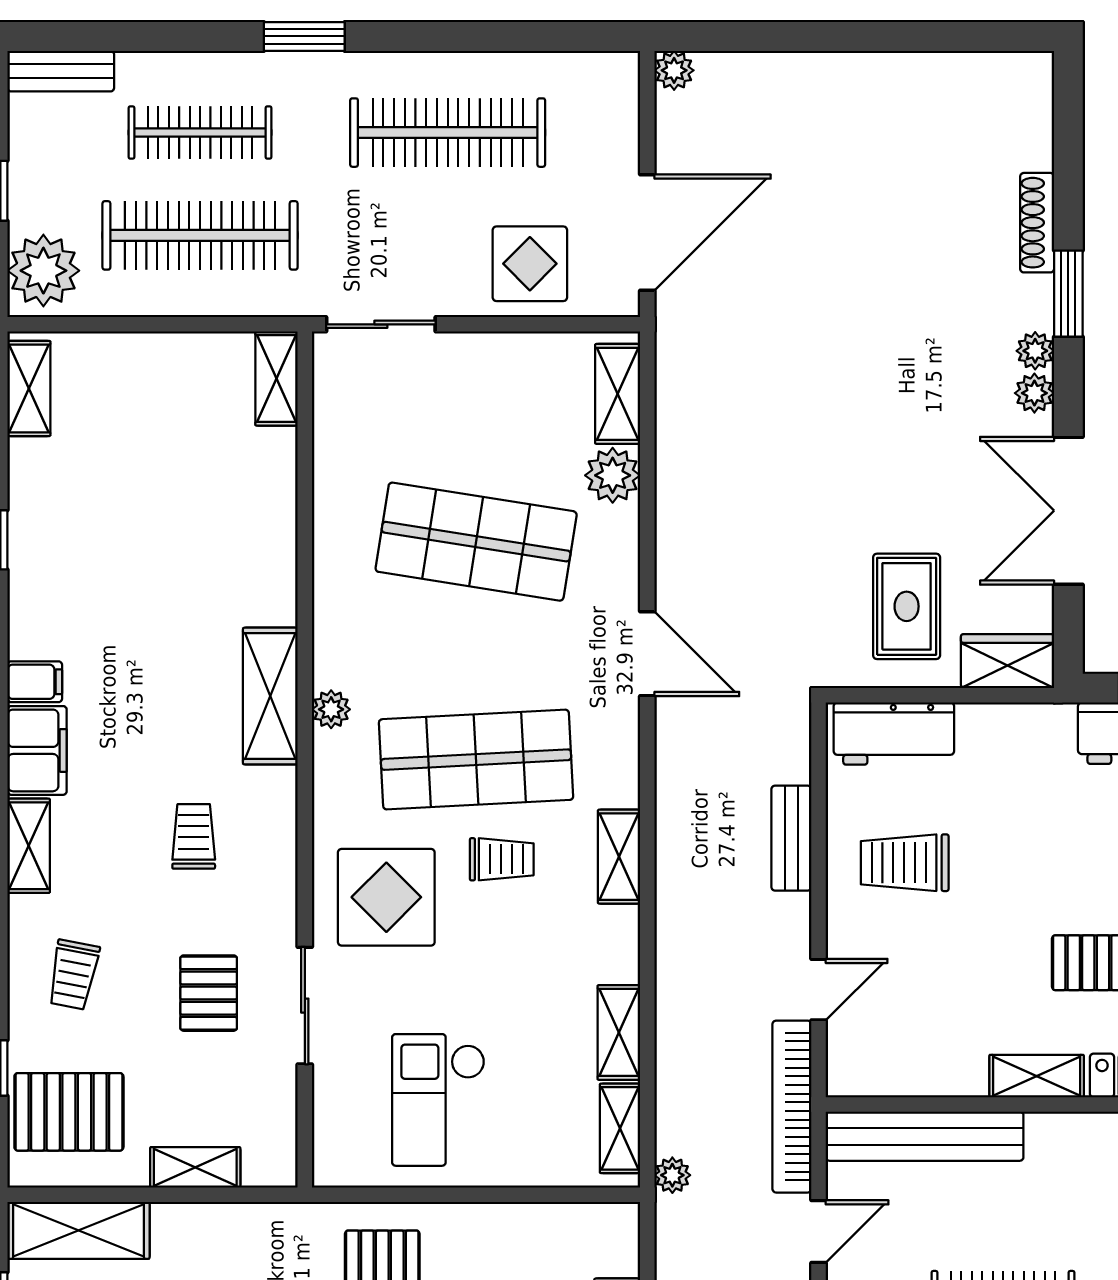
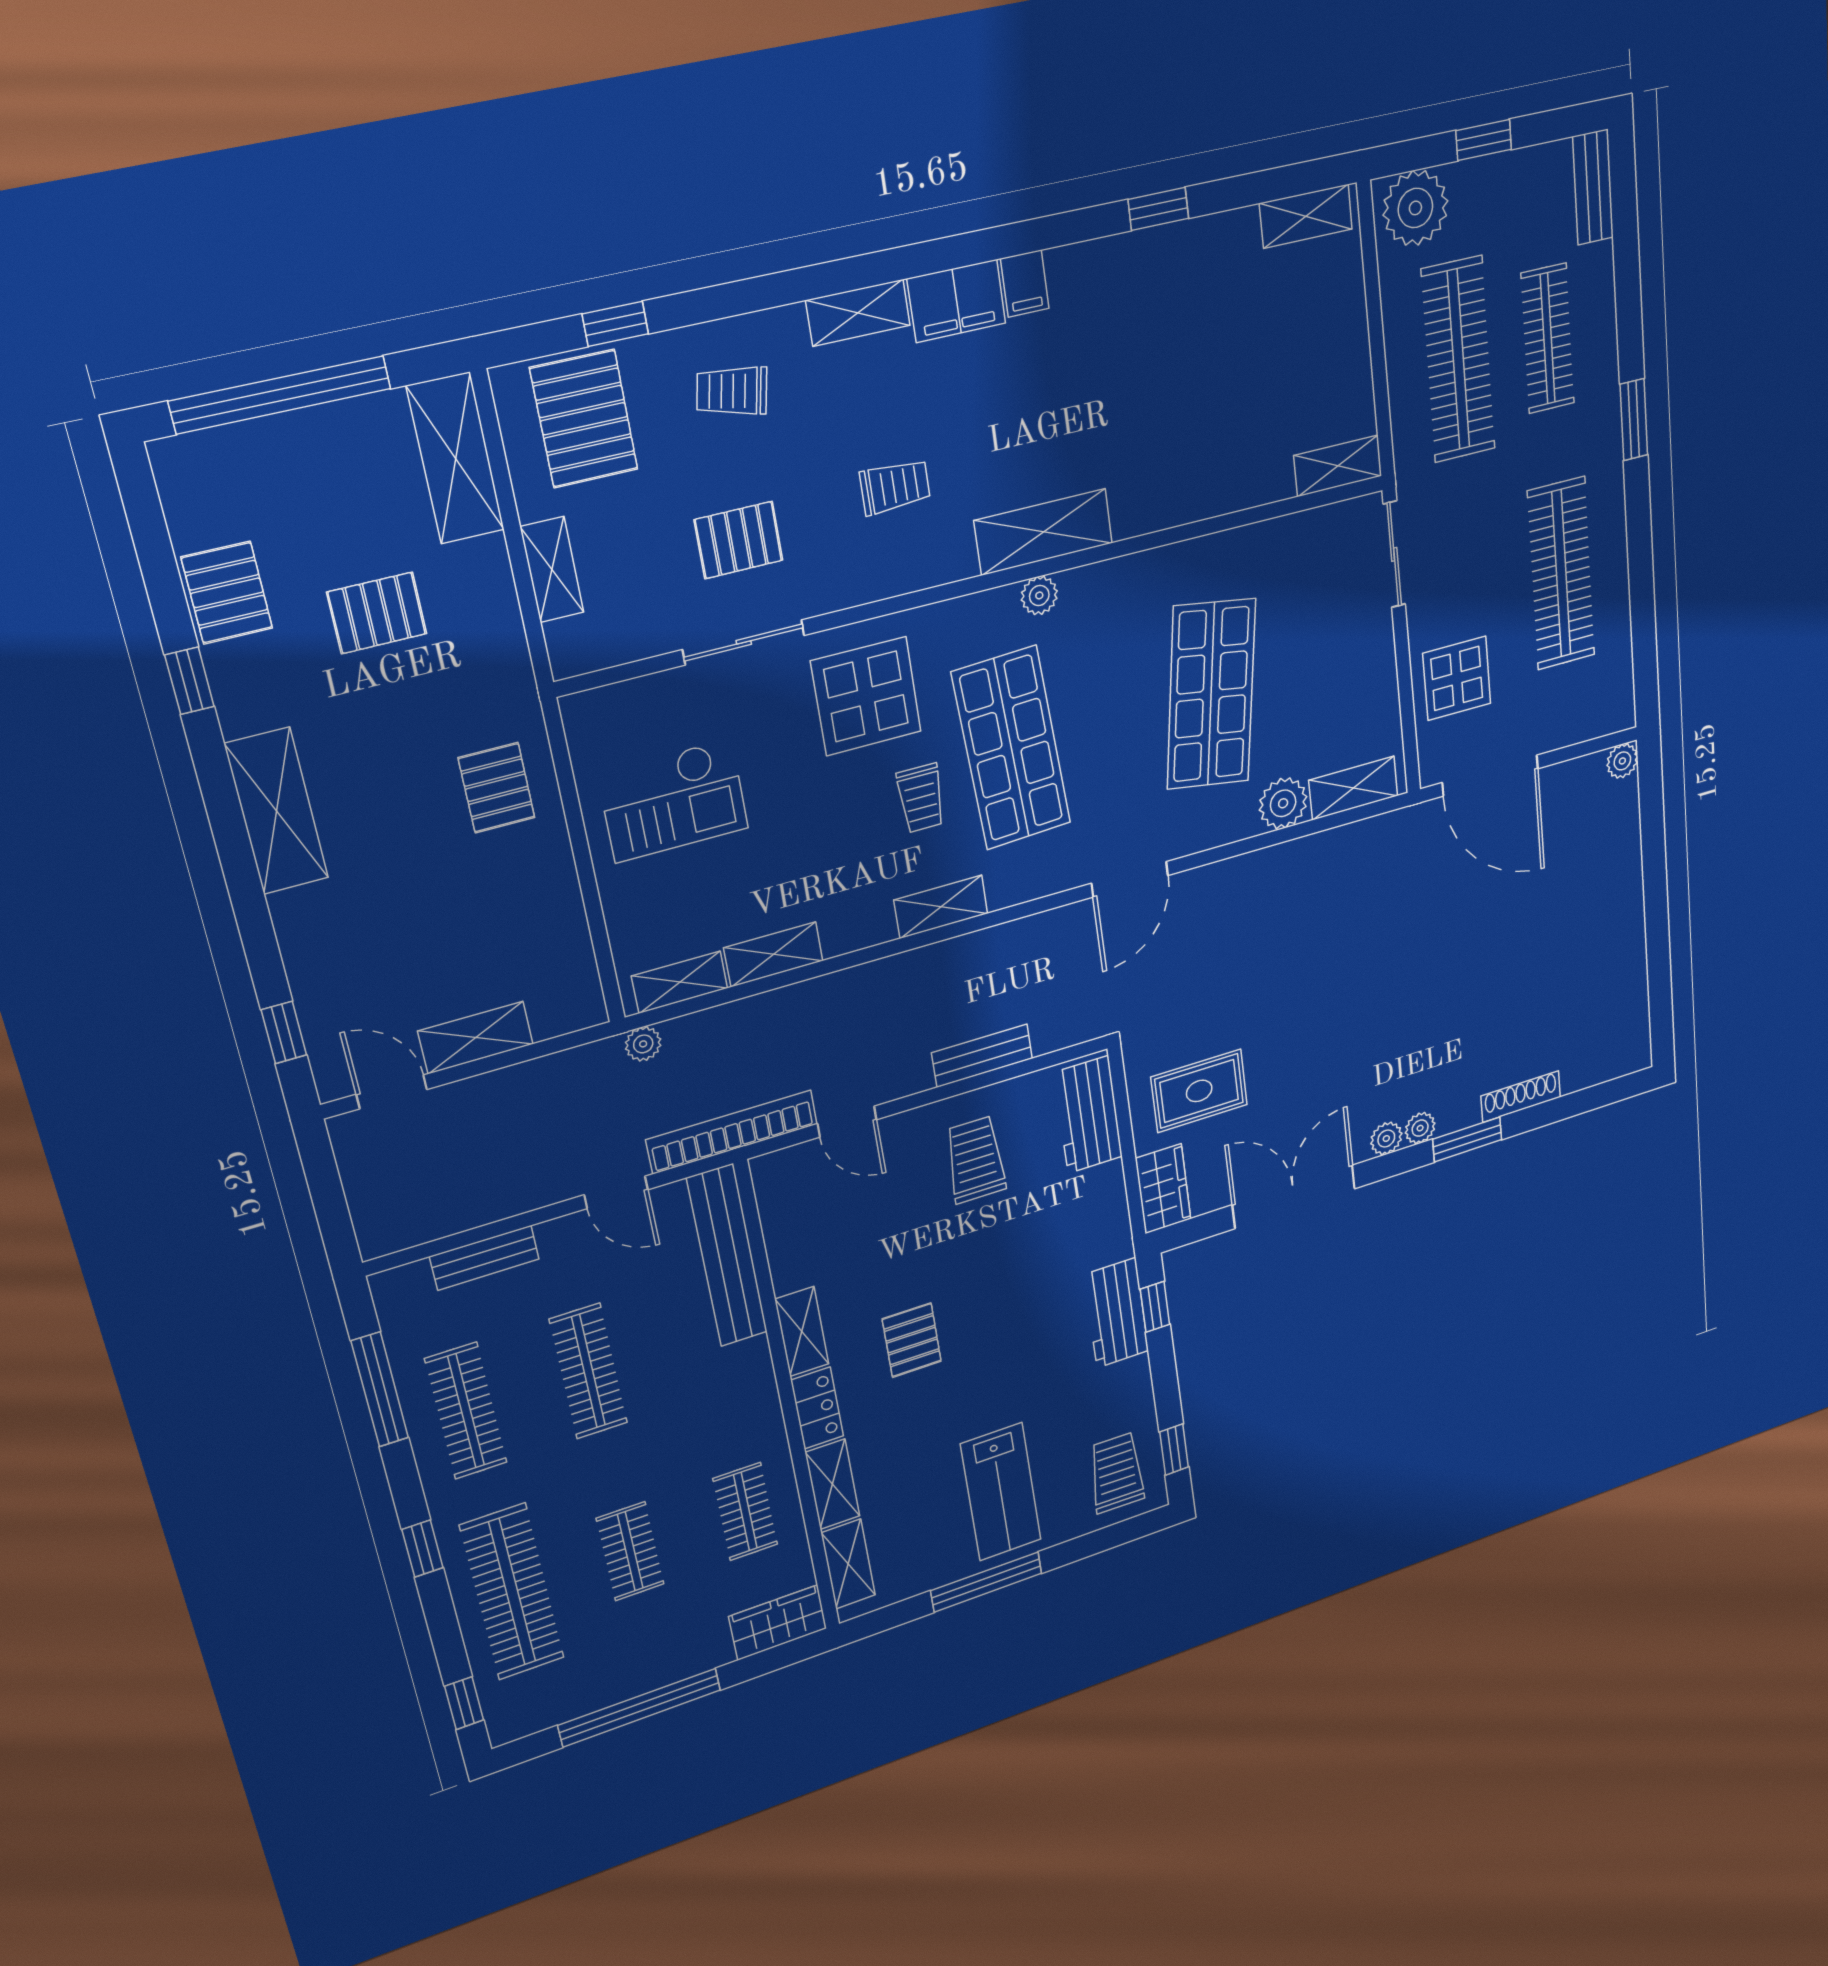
checkout: (438, 1100) -> (673, 801), turned 180

